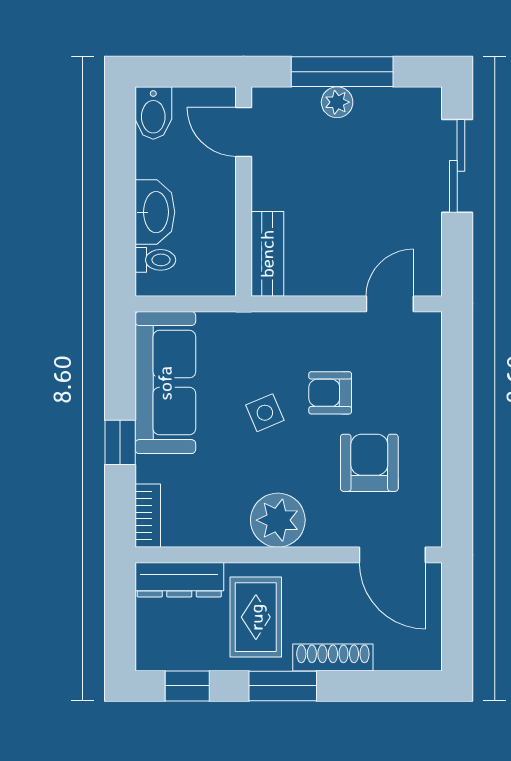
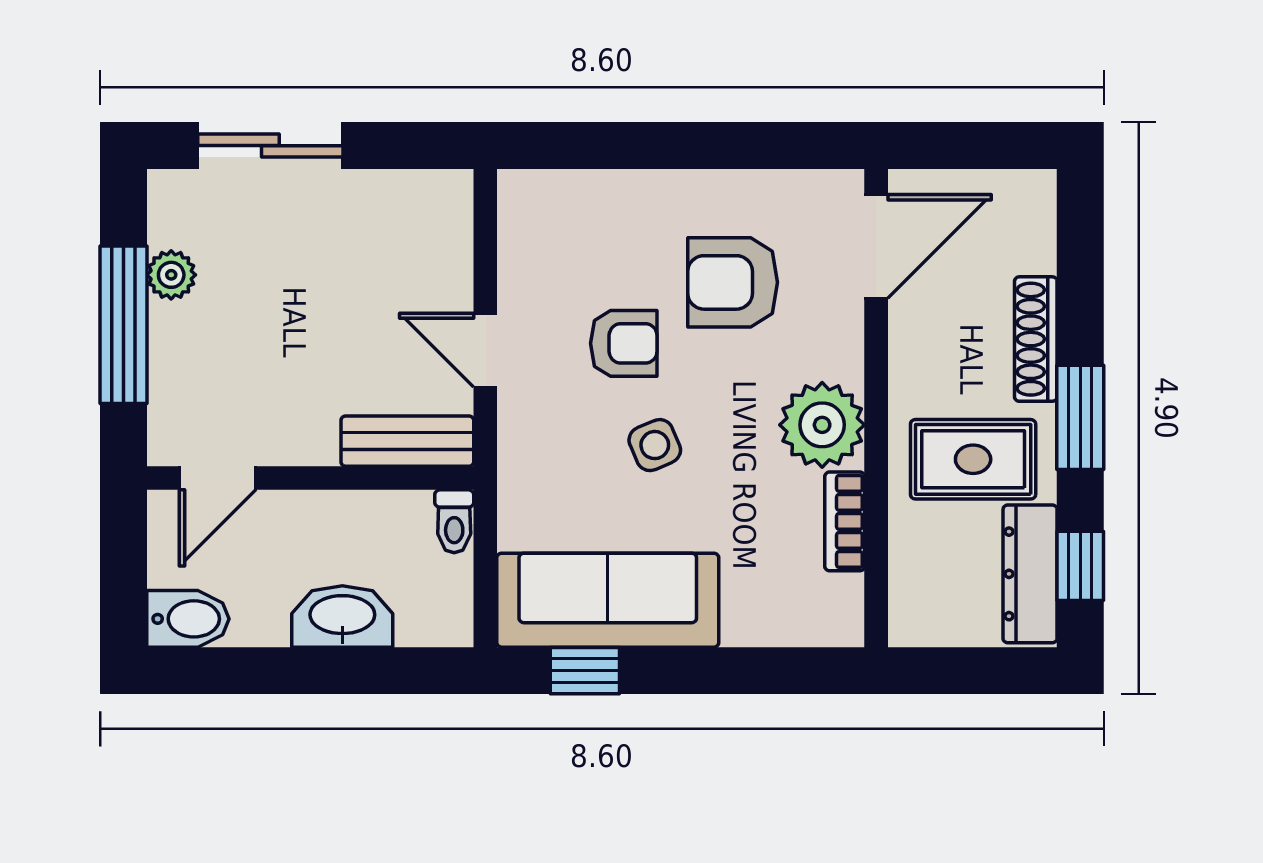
plant: (337, 102) -> (171, 275), moved
toilet: (155, 260) -> (454, 521), moved, turned 180
door: (390, 304) -> (485, 350), moved
armchair: (330, 393) -> (624, 343), turned -90
window: (120, 442) -> (585, 671), moved
bookcase: (148, 516) -> (845, 521), moved, turned -90
dresser: (179, 580) -> (1030, 574), moved, turned 180

